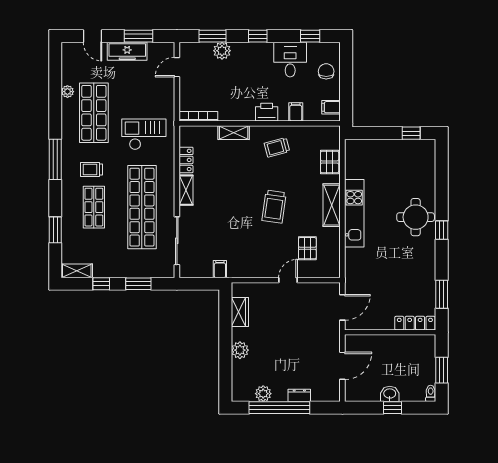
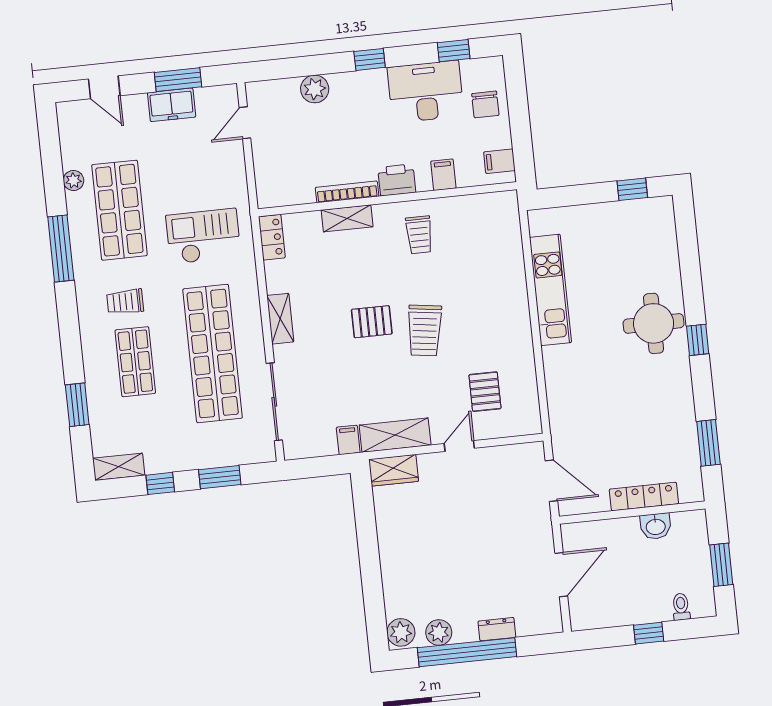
window: (212, 36) -> (297, 67), removed
freezer: (127, 51) -> (172, 105), width x0.71
desk: (290, 60) -> (426, 92), width x1.37
chair: (326, 71) -> (485, 104), turned 180
bookcase: (198, 116) -> (347, 192), moved
trolley: (277, 147) -> (419, 235), turned -75
window: (55, 159) -> (61, 249), moved
locker: (186, 160) -> (272, 237), moved
pallet: (330, 162) -> (372, 322), moved, turned 90
shelving: (332, 205) -> (395, 435), moved, turned 90
kitchen unit: (354, 213) -> (550, 290), moved
door: (342, 307) -> (551, 481), hinge flipped
wardrobe: (240, 312) -> (394, 470), moved, turned 90
locker: (415, 323) -> (644, 496), moved
plant: (240, 350) -> (401, 632), moved
toilet: (431, 393) -> (681, 607), moved
washbasin: (390, 394) -> (656, 526), moved, turned 180

